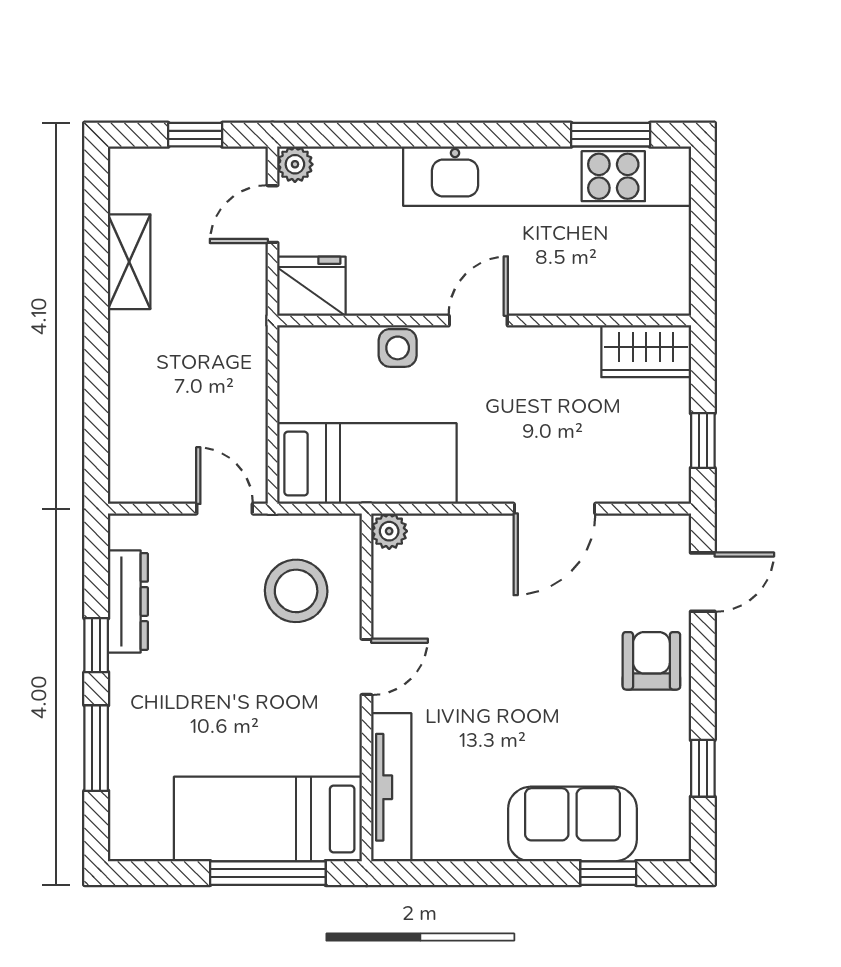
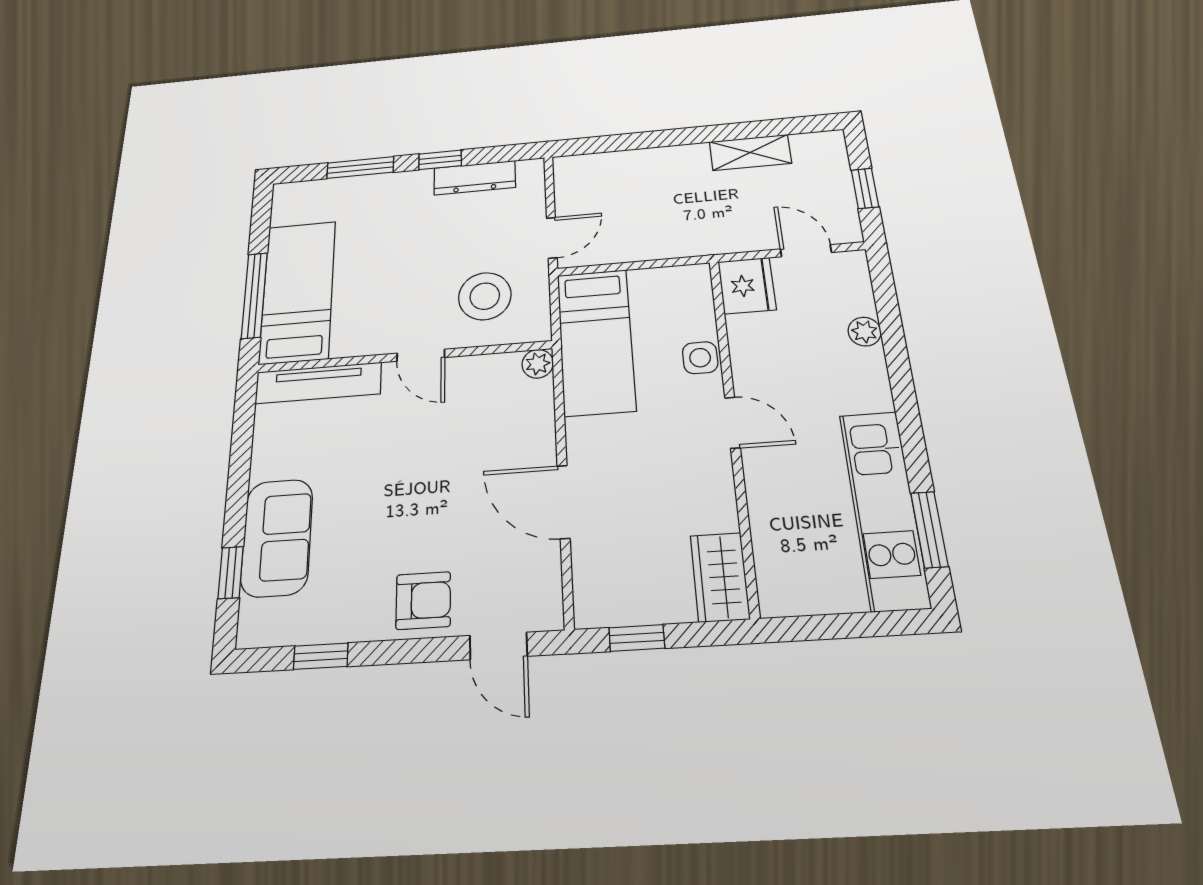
plant: (295, 164) -> (865, 332), moved
kitchen unit: (547, 176) -> (884, 509), width x0.73

